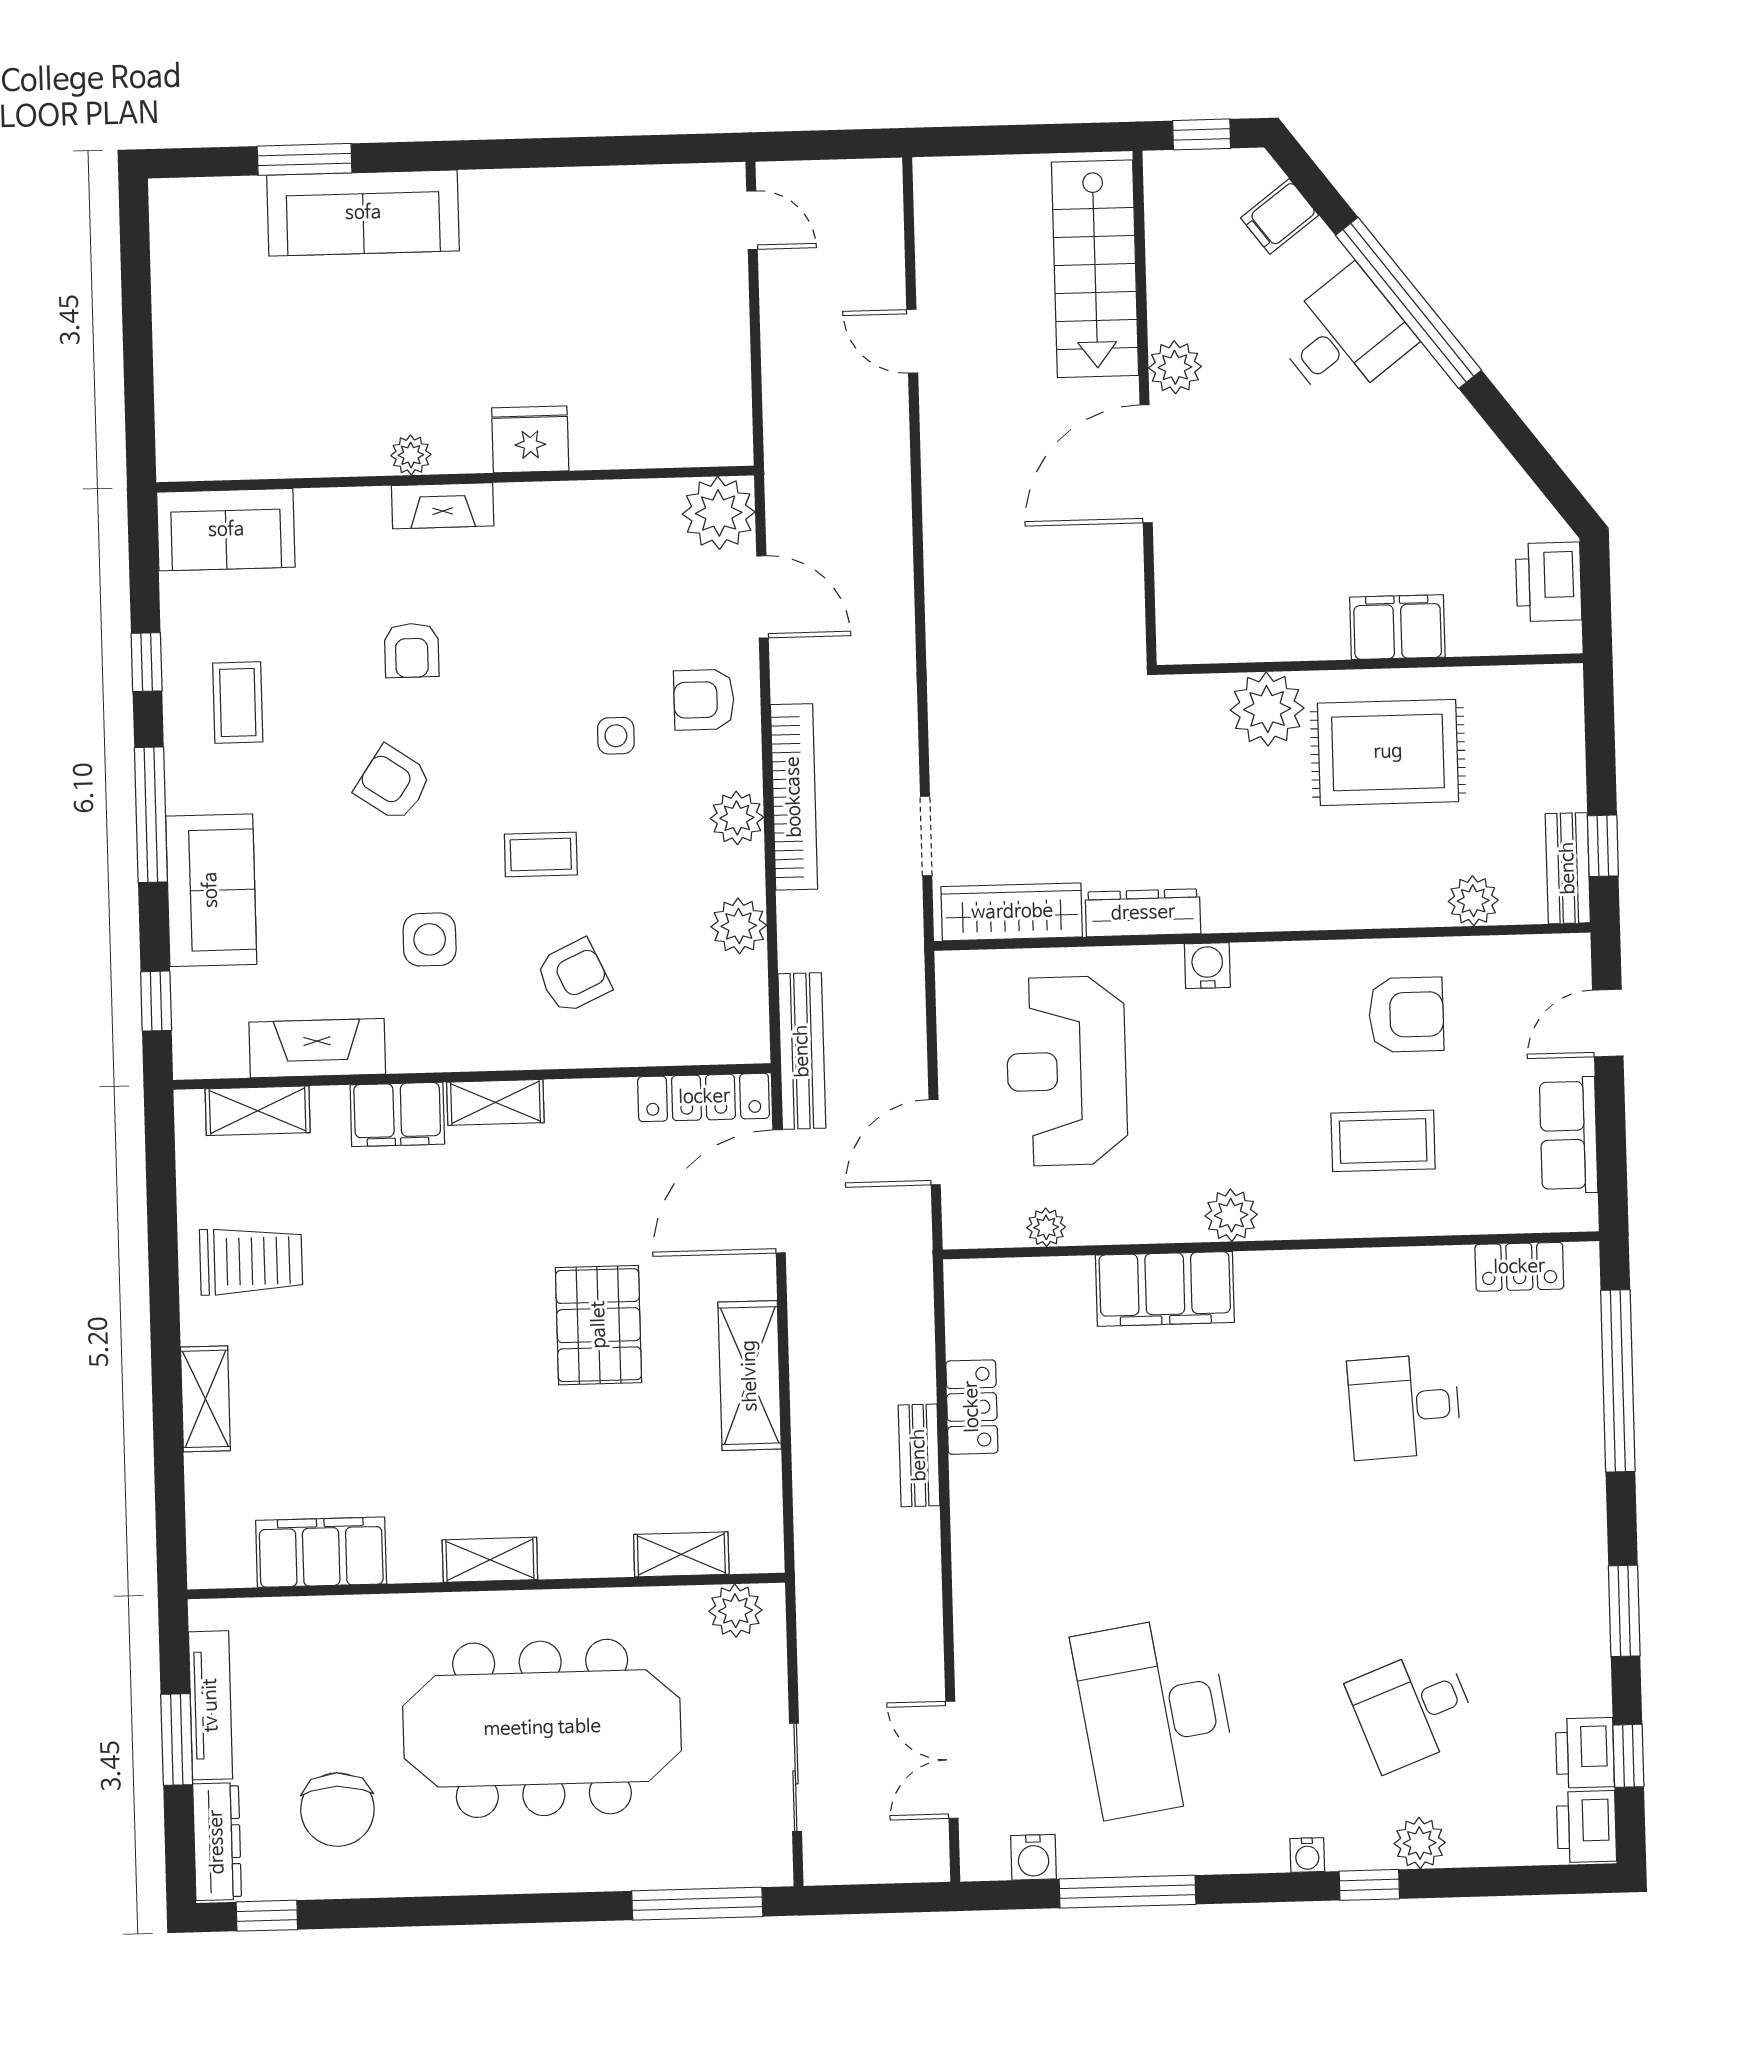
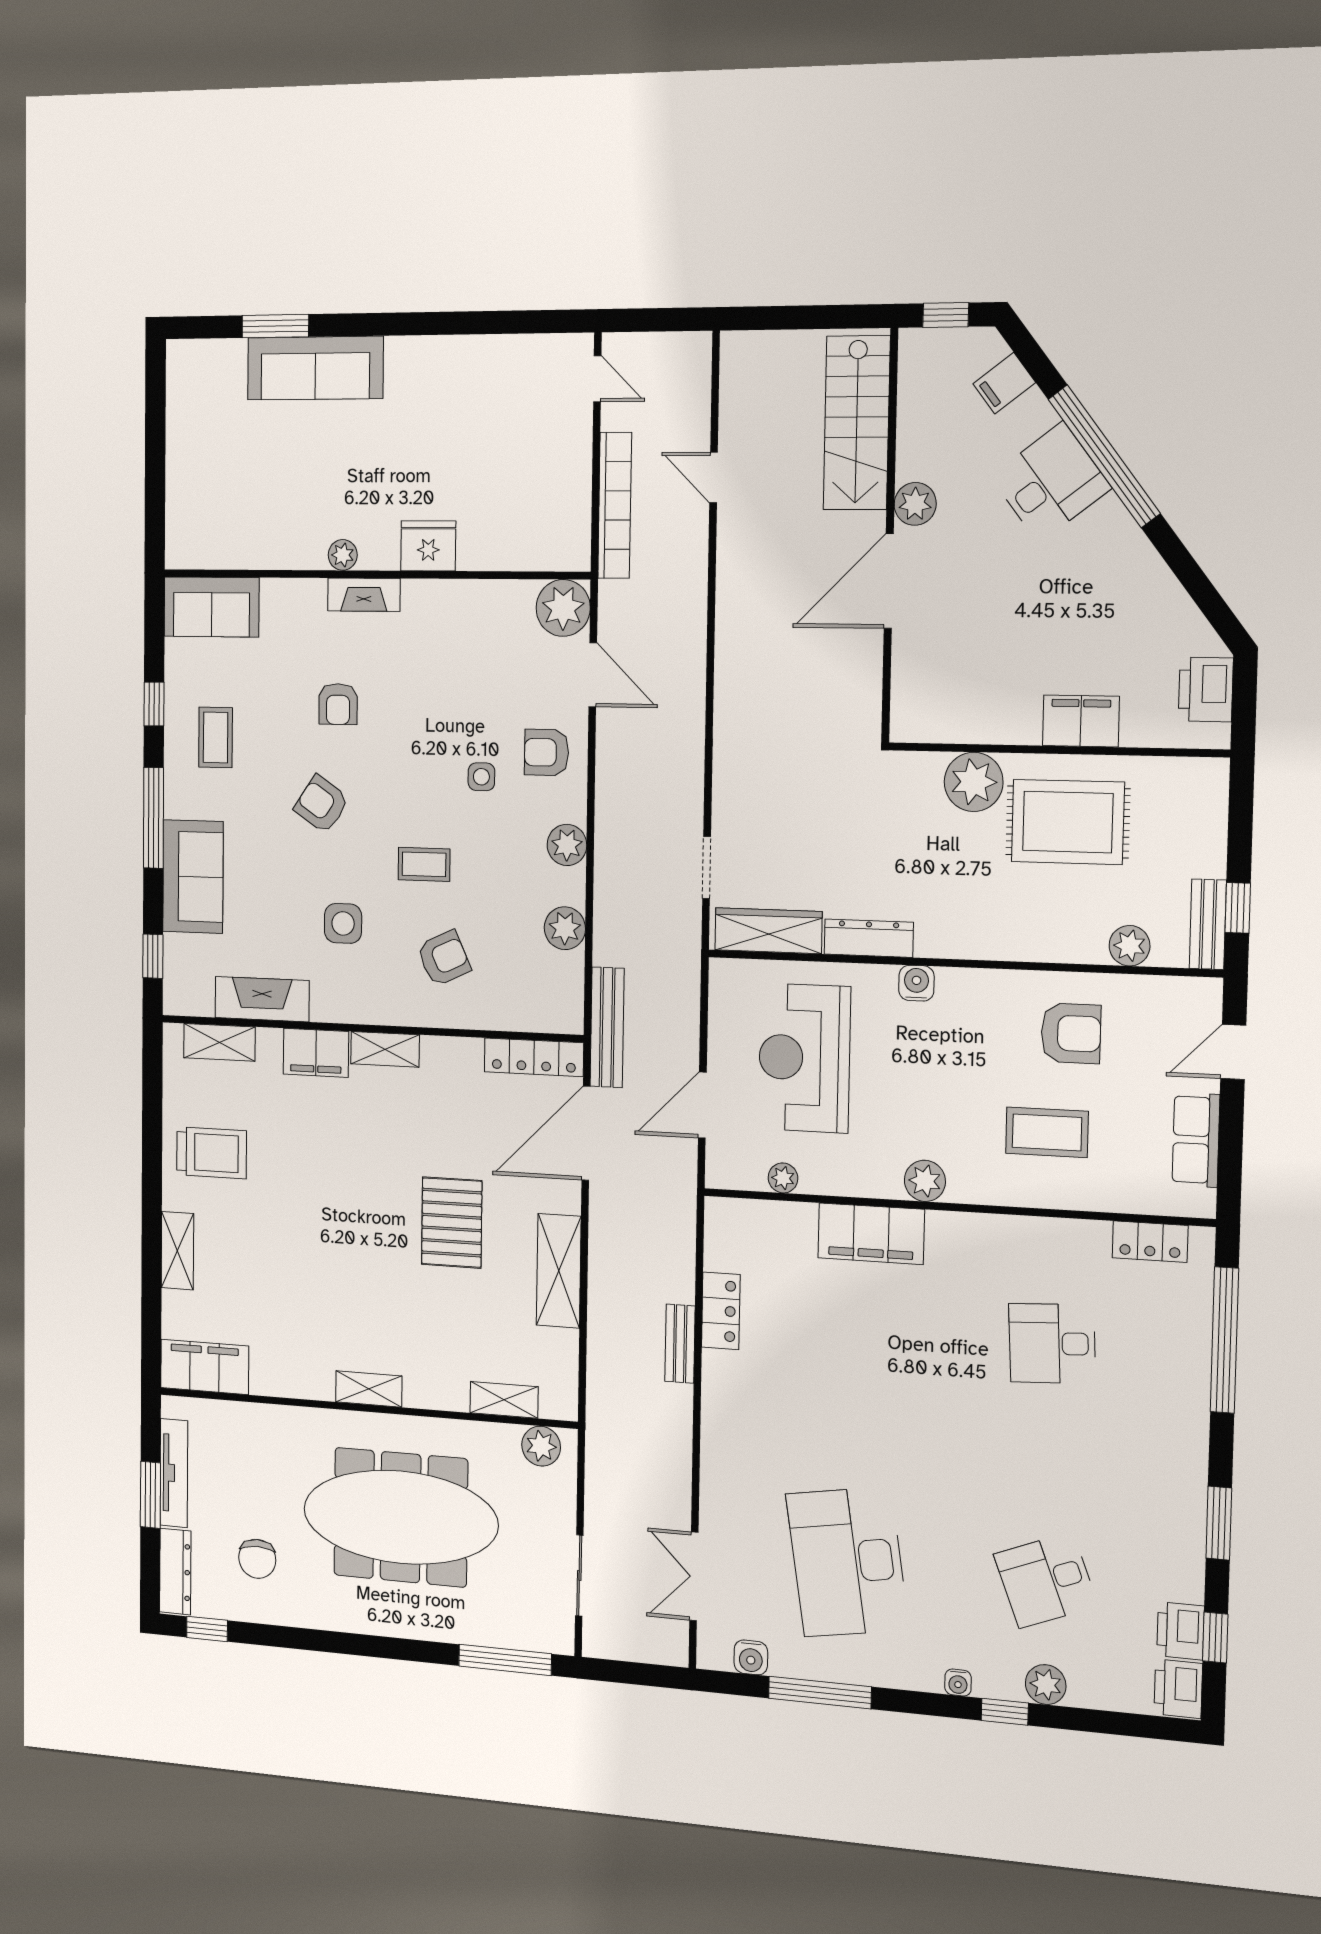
bookcase: (794, 797) -> (615, 505), moved
filing cabinet: (321, 1552) -> (205, 1367), moved
chair: (337, 1810) -> (257, 1559), width x0.73, depth x0.73

